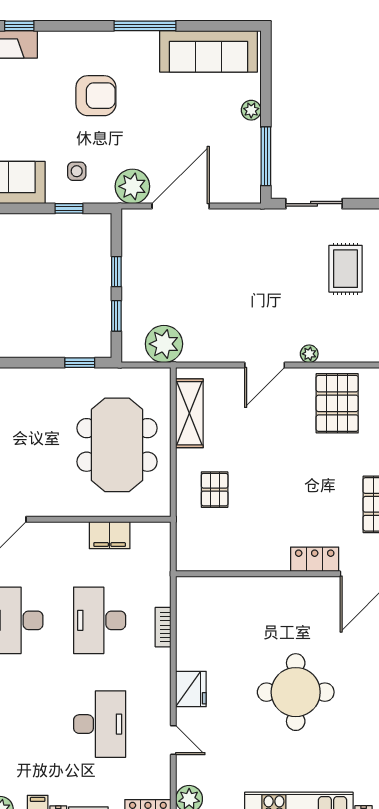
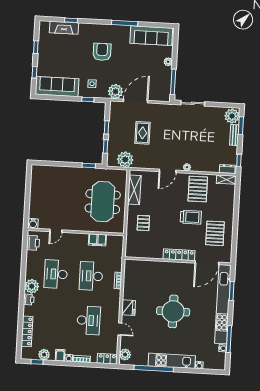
armchair: (96, 96) -> (102, 52), turned -90
rug: (346, 269) -> (143, 133), moved
trolley: (325, 470) -> (191, 217), added
locker: (315, 559) -> (179, 255), width x1.53

